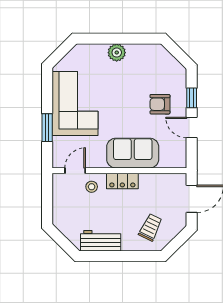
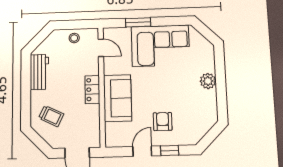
stool: (92, 187) -> (74, 38), moved

